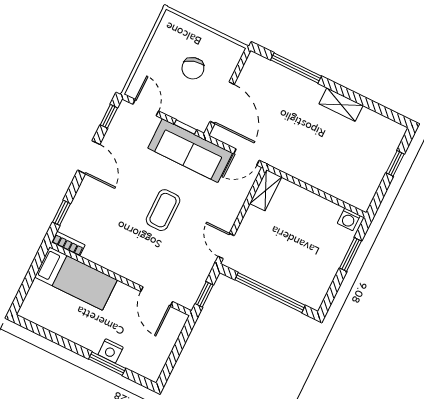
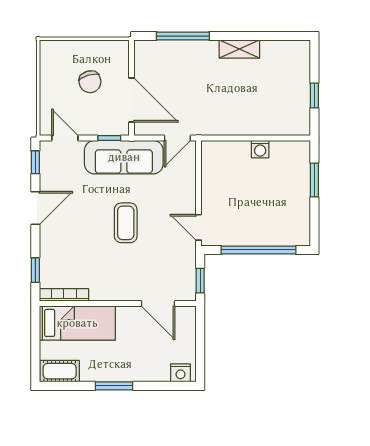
door: (89, 157) -> (35, 208), hinge flipped
window: (395, 163) -> (314, 96), moved
shelving: (266, 190) -> (209, 160), removed
washing machine: (349, 219) -> (260, 149), moved
bookcase: (68, 244) -> (64, 295), width x1.56
cot: (39, 314) -> (60, 371), added
nightstand: (111, 351) -> (181, 373), moved
window: (107, 364) -> (114, 386), moved

